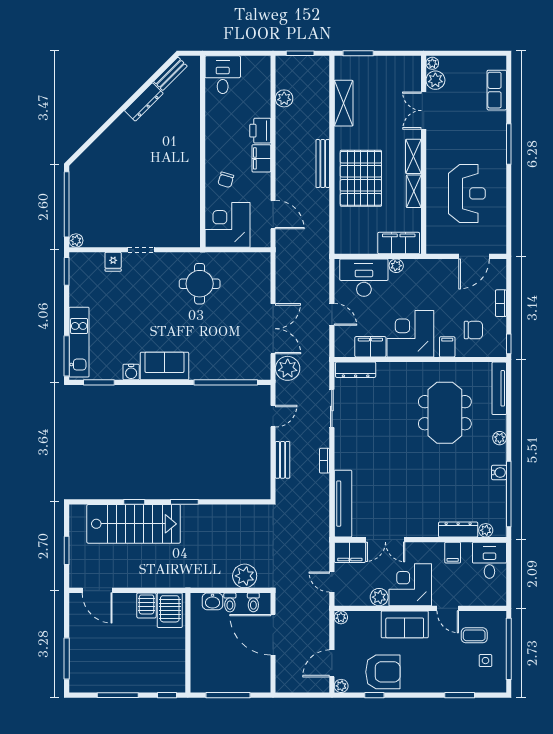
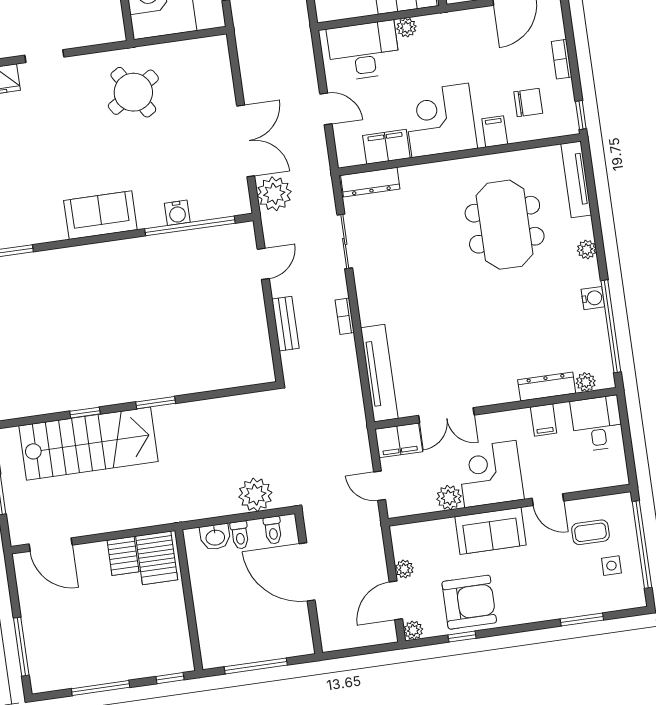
round table: (200, 284) -> (133, 92), turned -32
water cooler: (131, 372) -> (177, 213), moved
plant: (341, 617) -> (404, 569), moved

